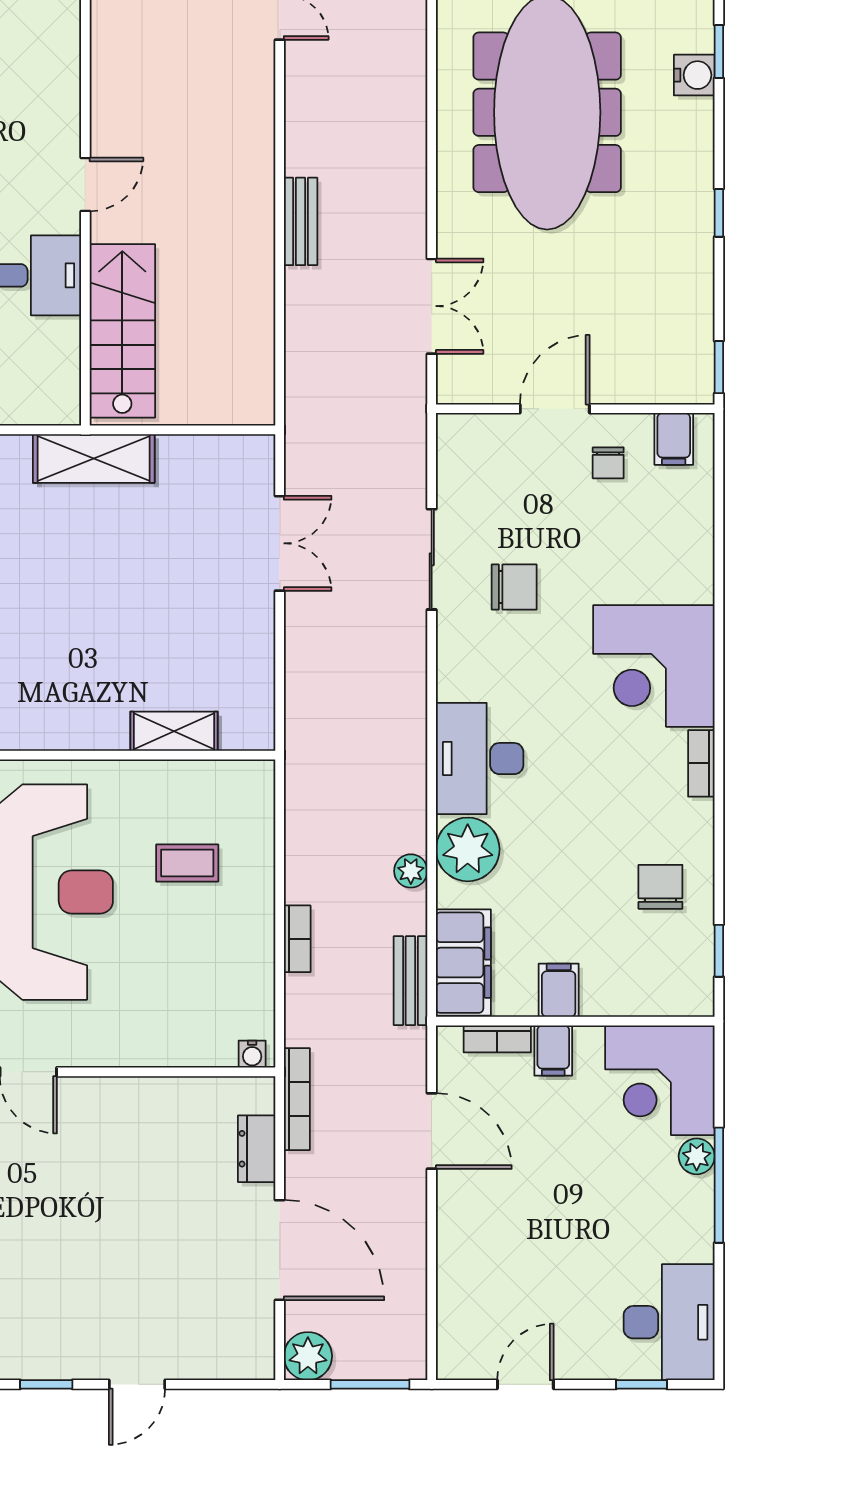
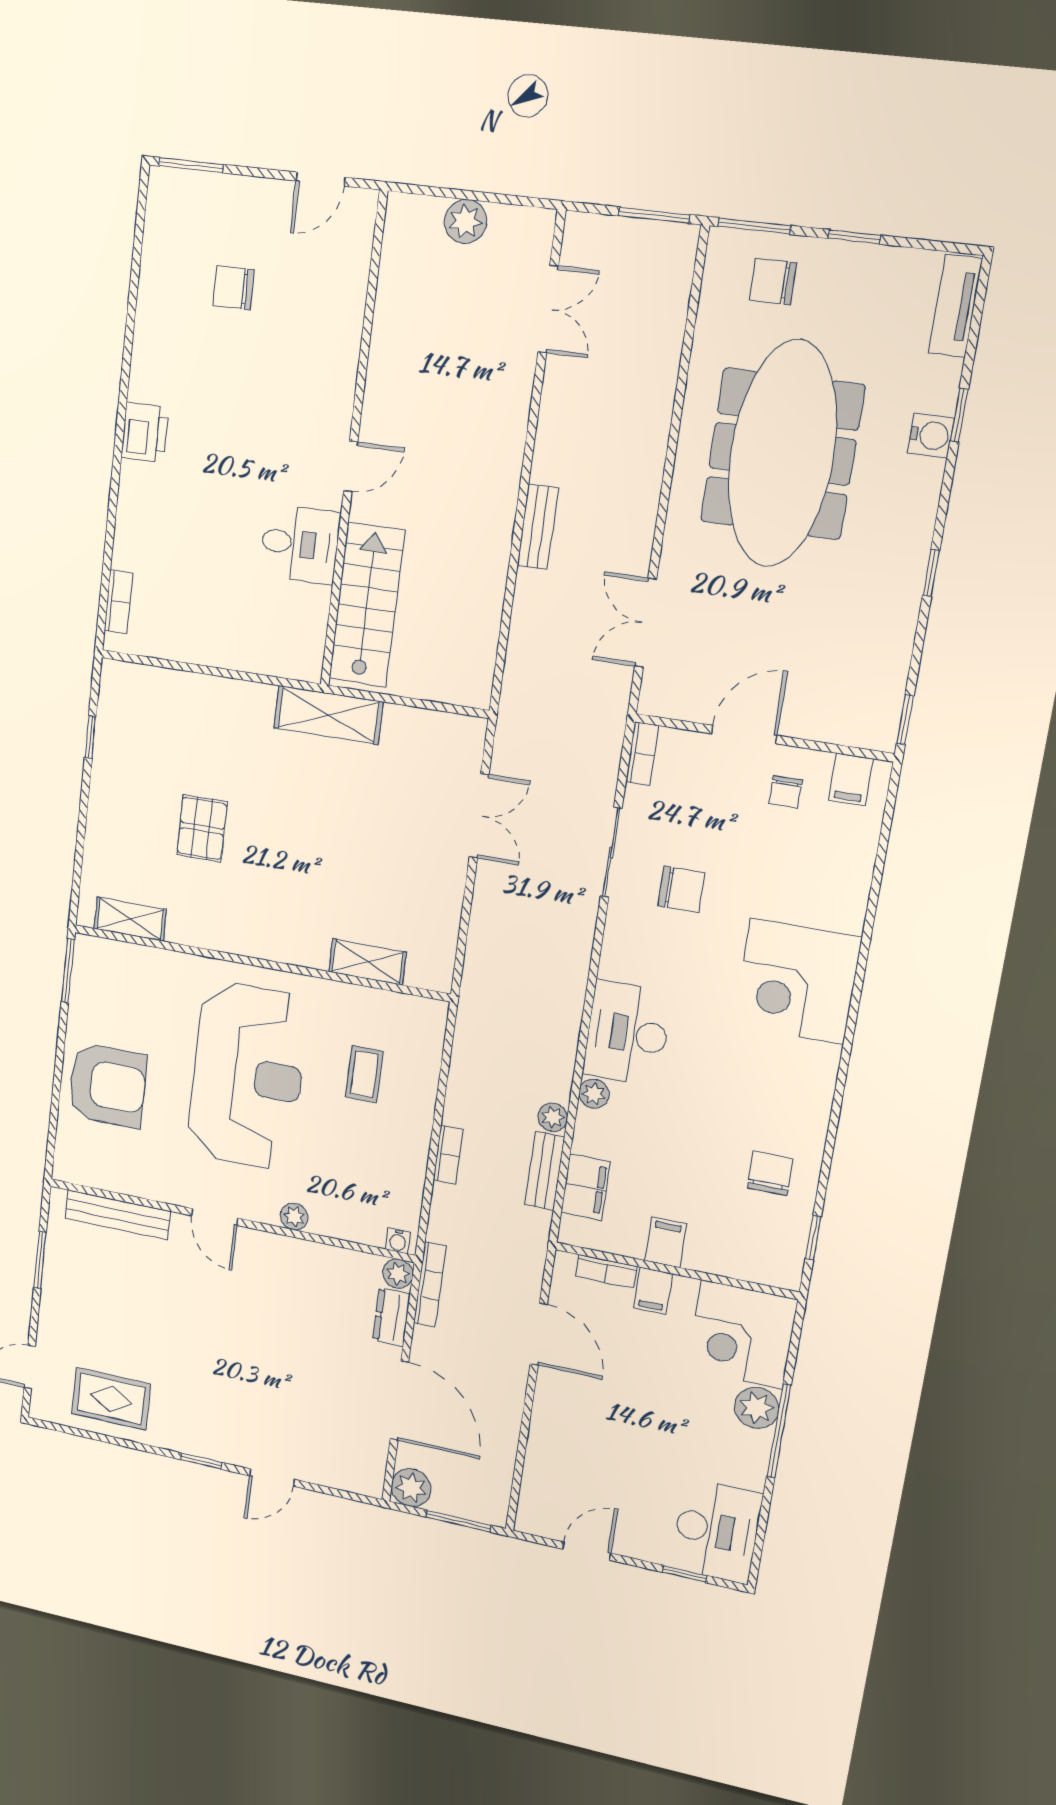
double door: (432, 306) -> (646, 623), swing flipped
bookcase: (701, 763) -> (642, 754), moved, turned 180
plant: (468, 849) -> (594, 1094), width x0.53, depth x0.53
coffee table: (187, 863) -> (364, 1074), turned 90
filing cabinet: (463, 963) -> (586, 1187), width x0.67, depth x0.86
bench: (410, 981) -> (545, 1171), moved
plant: (125, 1051) -> (294, 1217), added
plant: (257, 1094) -> (398, 1274), added
plant: (697, 1156) -> (757, 1408), width x1.38, depth x1.38

